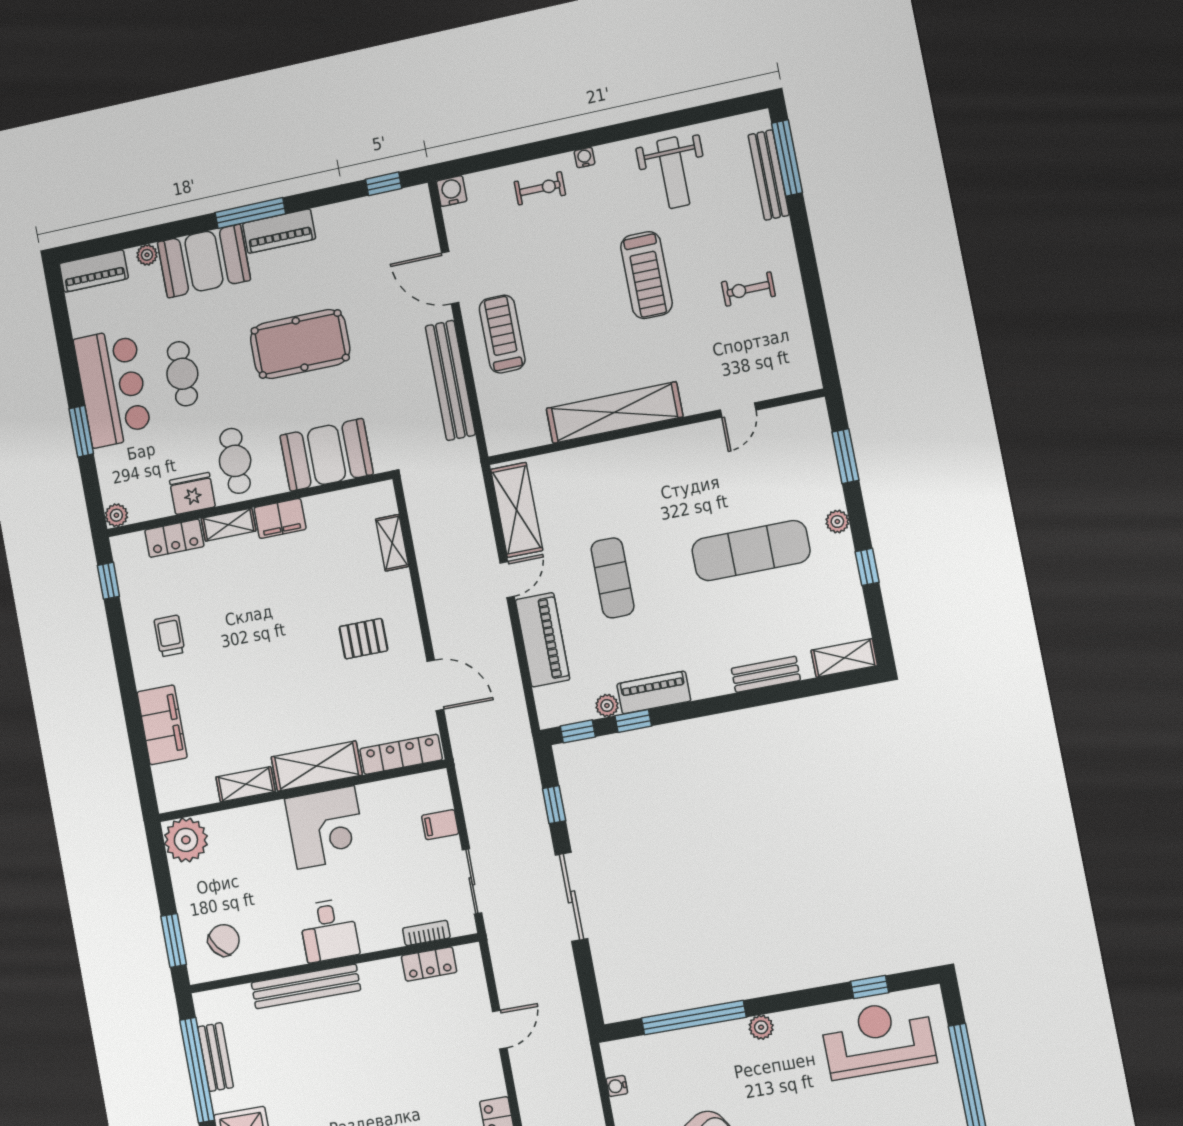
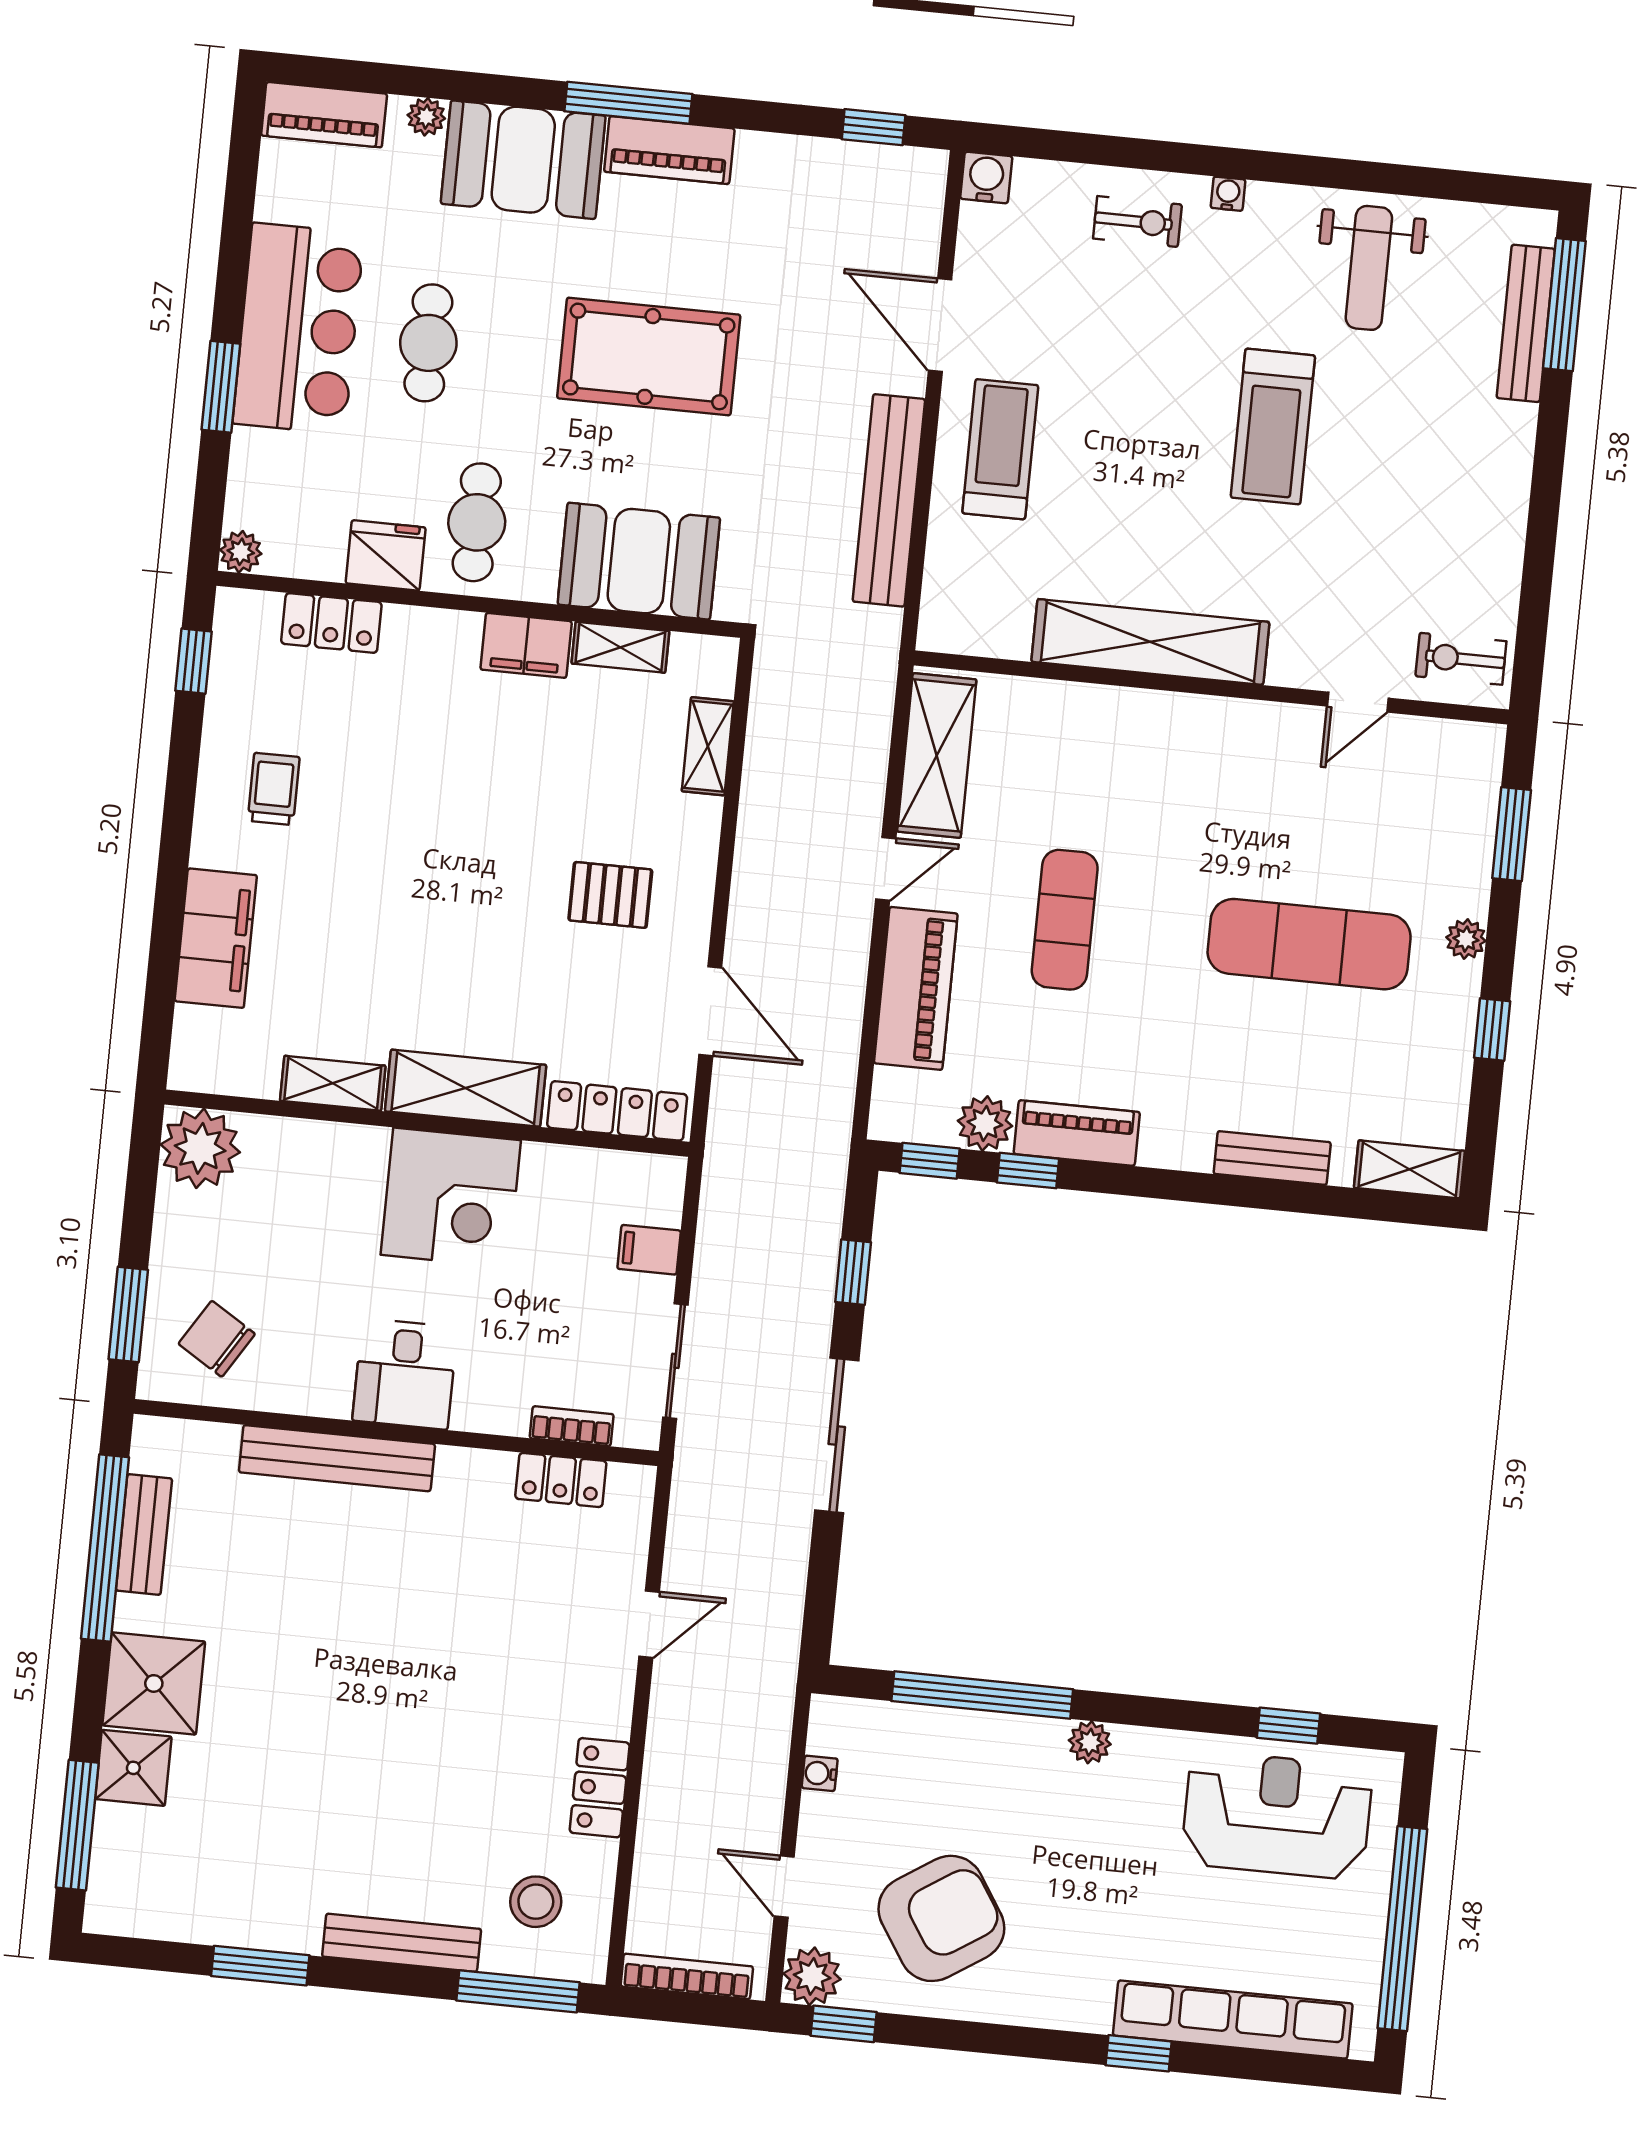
exercise bike: (748, 289) -> (1461, 659), moved
shelving: (229, 525) -> (620, 647), moved
plant: (607, 706) -> (985, 1123), width x1.38, depth x1.38
chair: (224, 940) -> (217, 1339), turned -110

